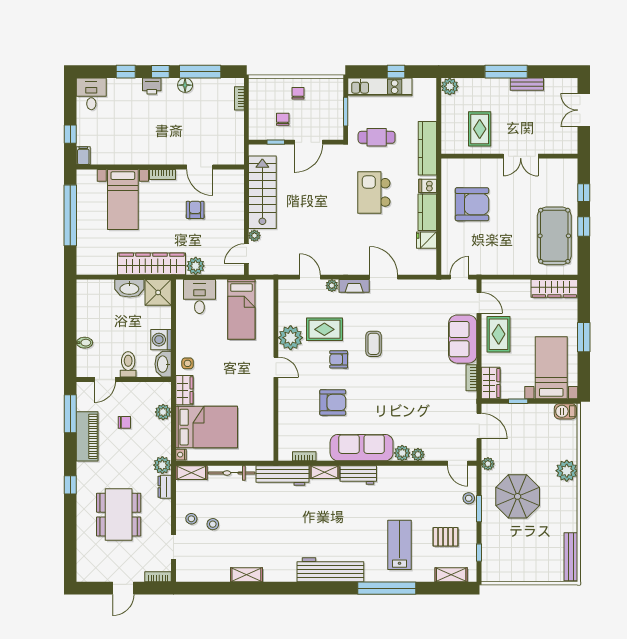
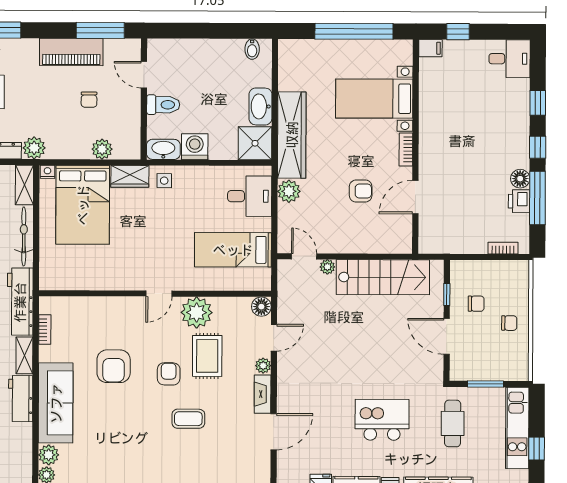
printer: (152, 86) -> (519, 201), moved
floor lamp: (286, 287) -> (261, 307), added
bidet: (85, 343) -> (252, 49), moved

